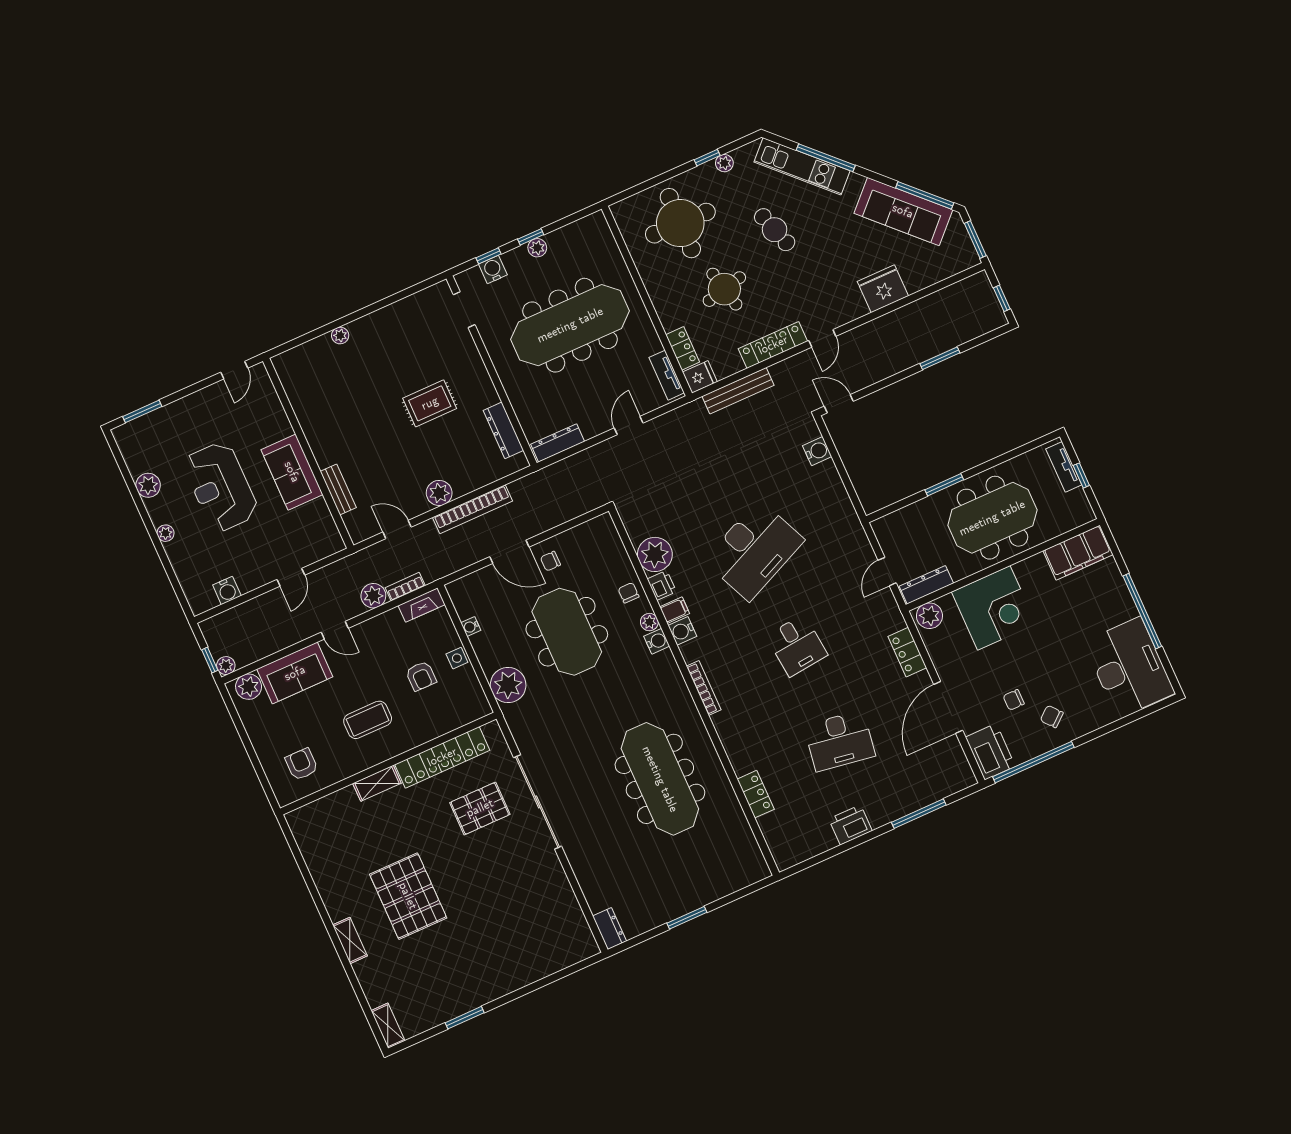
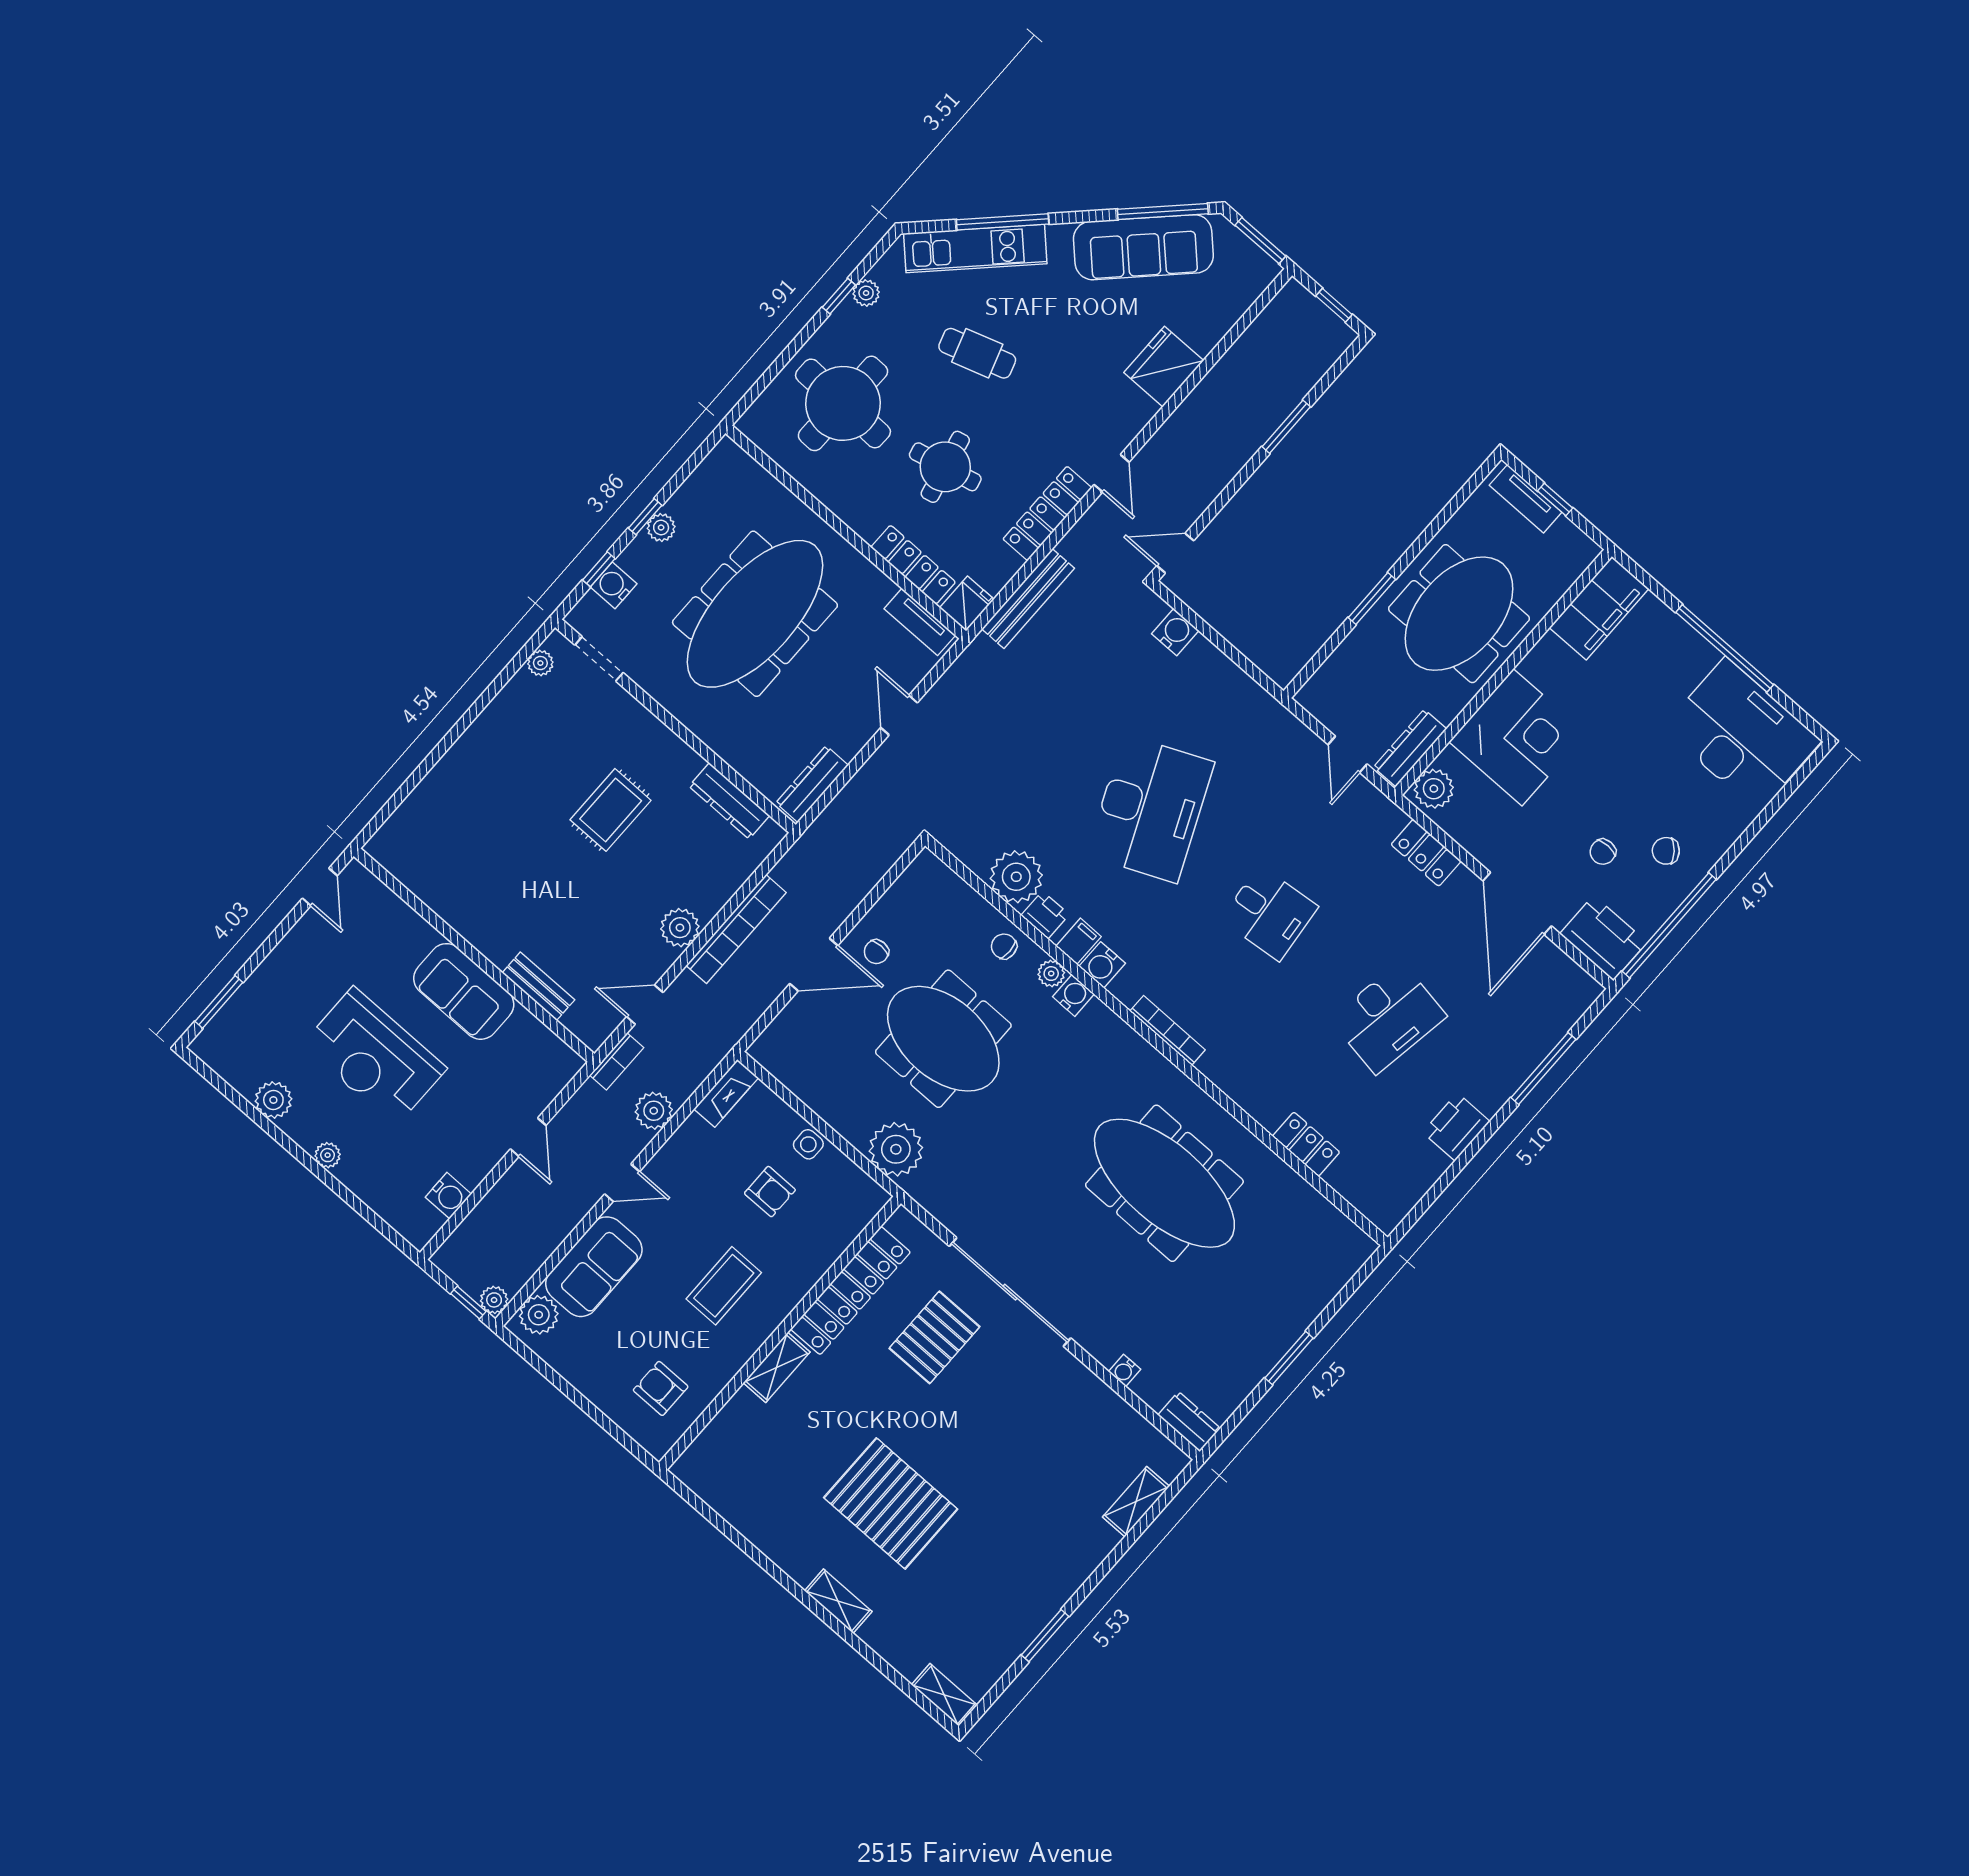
plant: (340, 335) -> (540, 663), moved
locker: (683, 348) -> (913, 565), width x1.53
bookcase: (405, 587) -> (617, 1061), moved, turned 180
water cooler: (471, 627) -> (1125, 1370), moved
shelving: (556, 962) -> (1136, 1502), added

